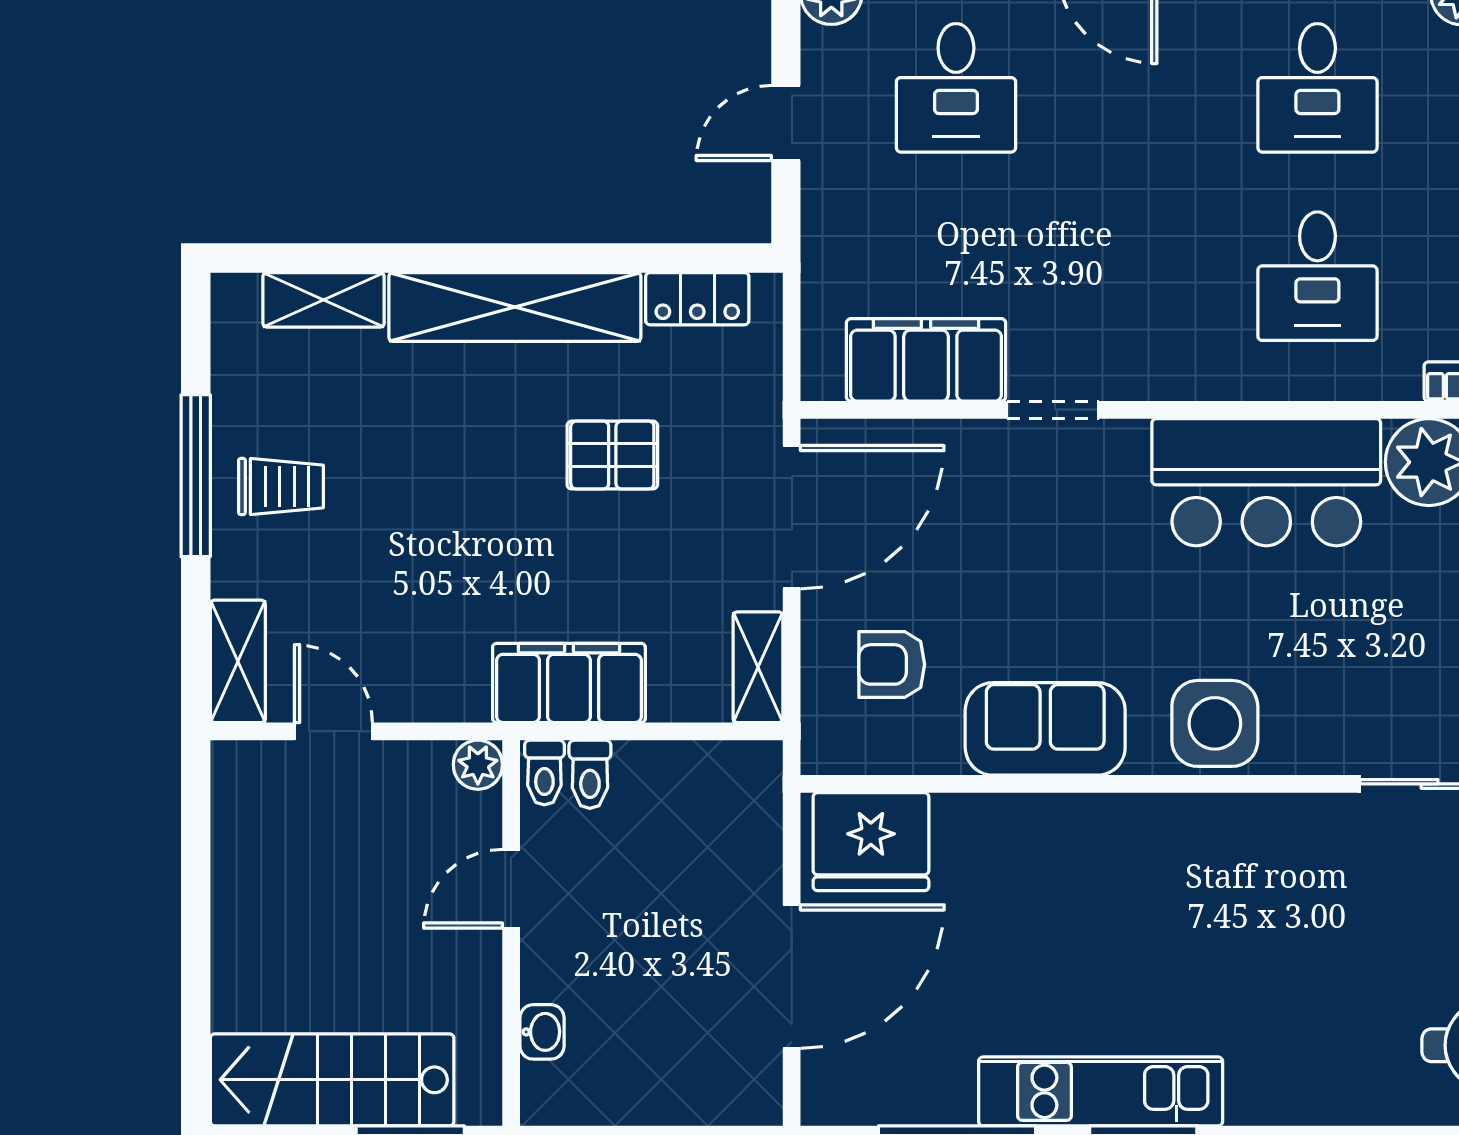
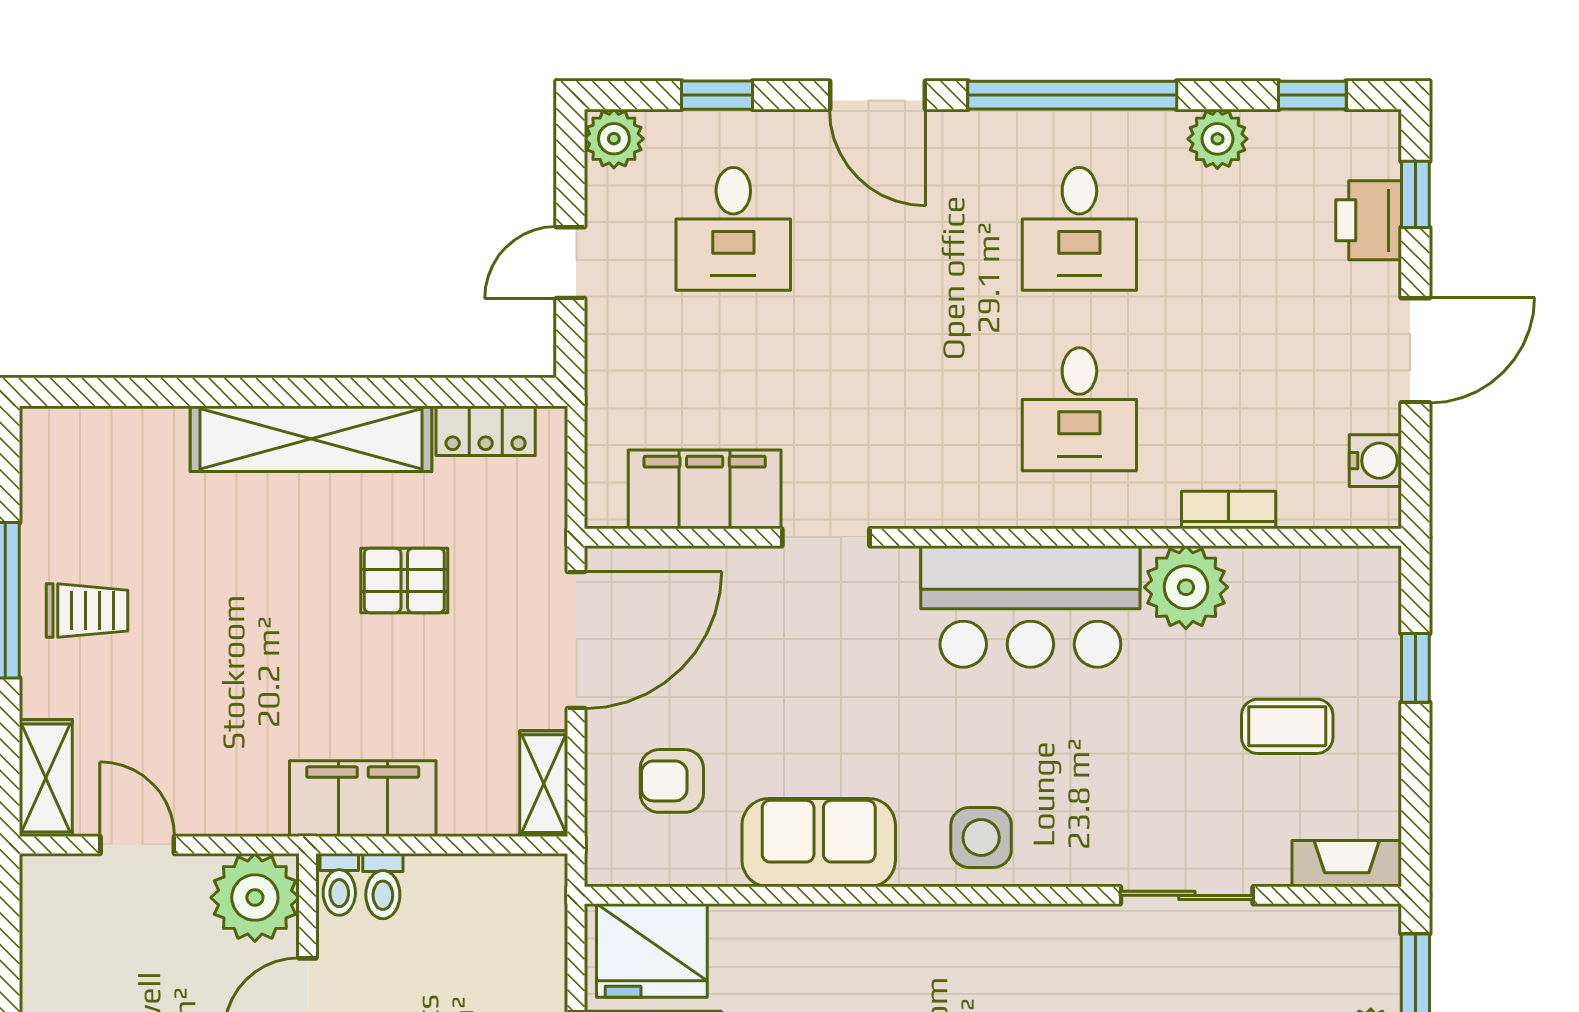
shelving: (324, 300) -> (128, 432), removed
side table: (1215, 723) -> (981, 837), width x0.73, depth x0.73
plant: (478, 765) -> (255, 898), width x1.88, depth x1.88

